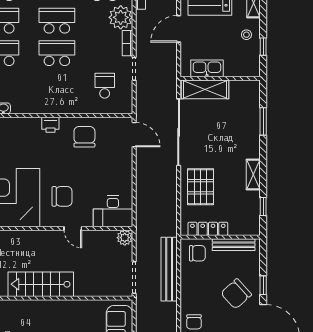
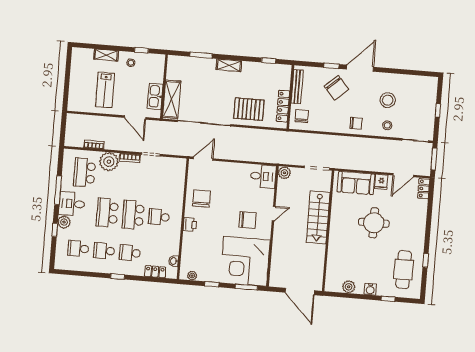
door: (179, 29) -> (135, 117), moved
school desk: (105, 86) -> (159, 217), moved
chair: (84, 137) -> (202, 198), turned 90
shelving: (253, 174) -> (229, 65), moved
chair: (62, 196) -> (247, 220), turned 90
desk: (113, 211) -> (263, 176), width x0.73
bench: (169, 269) -> (312, 140), removed
stairs: (41, 284) -> (318, 217), moved

